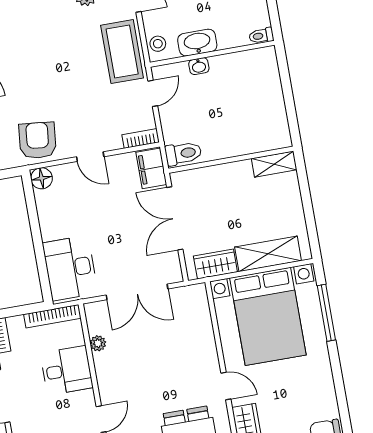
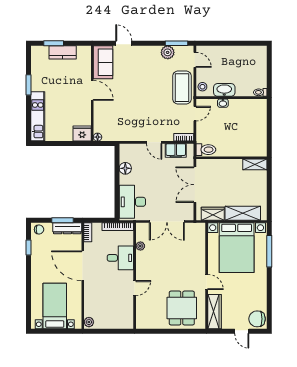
armchair: (38, 140) -> (127, 128), removed
filing cabinet: (151, 168) -> (176, 151), moved, turned -90
floor lamp: (42, 178) -> (125, 168), moved

